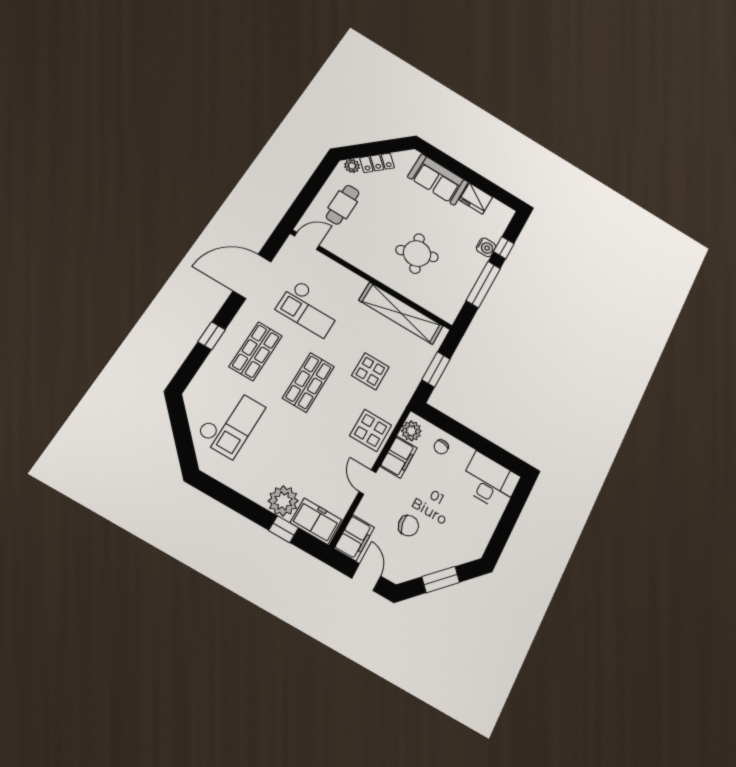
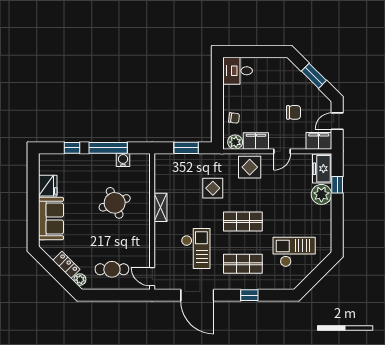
water cooler: (486, 247) -> (123, 160), moved
shelving: (401, 313) -> (161, 207), width x0.45, depth x0.75
desk: (490, 481) -> (238, 71), width x0.73
chair: (408, 526) -> (294, 112), turned 101

